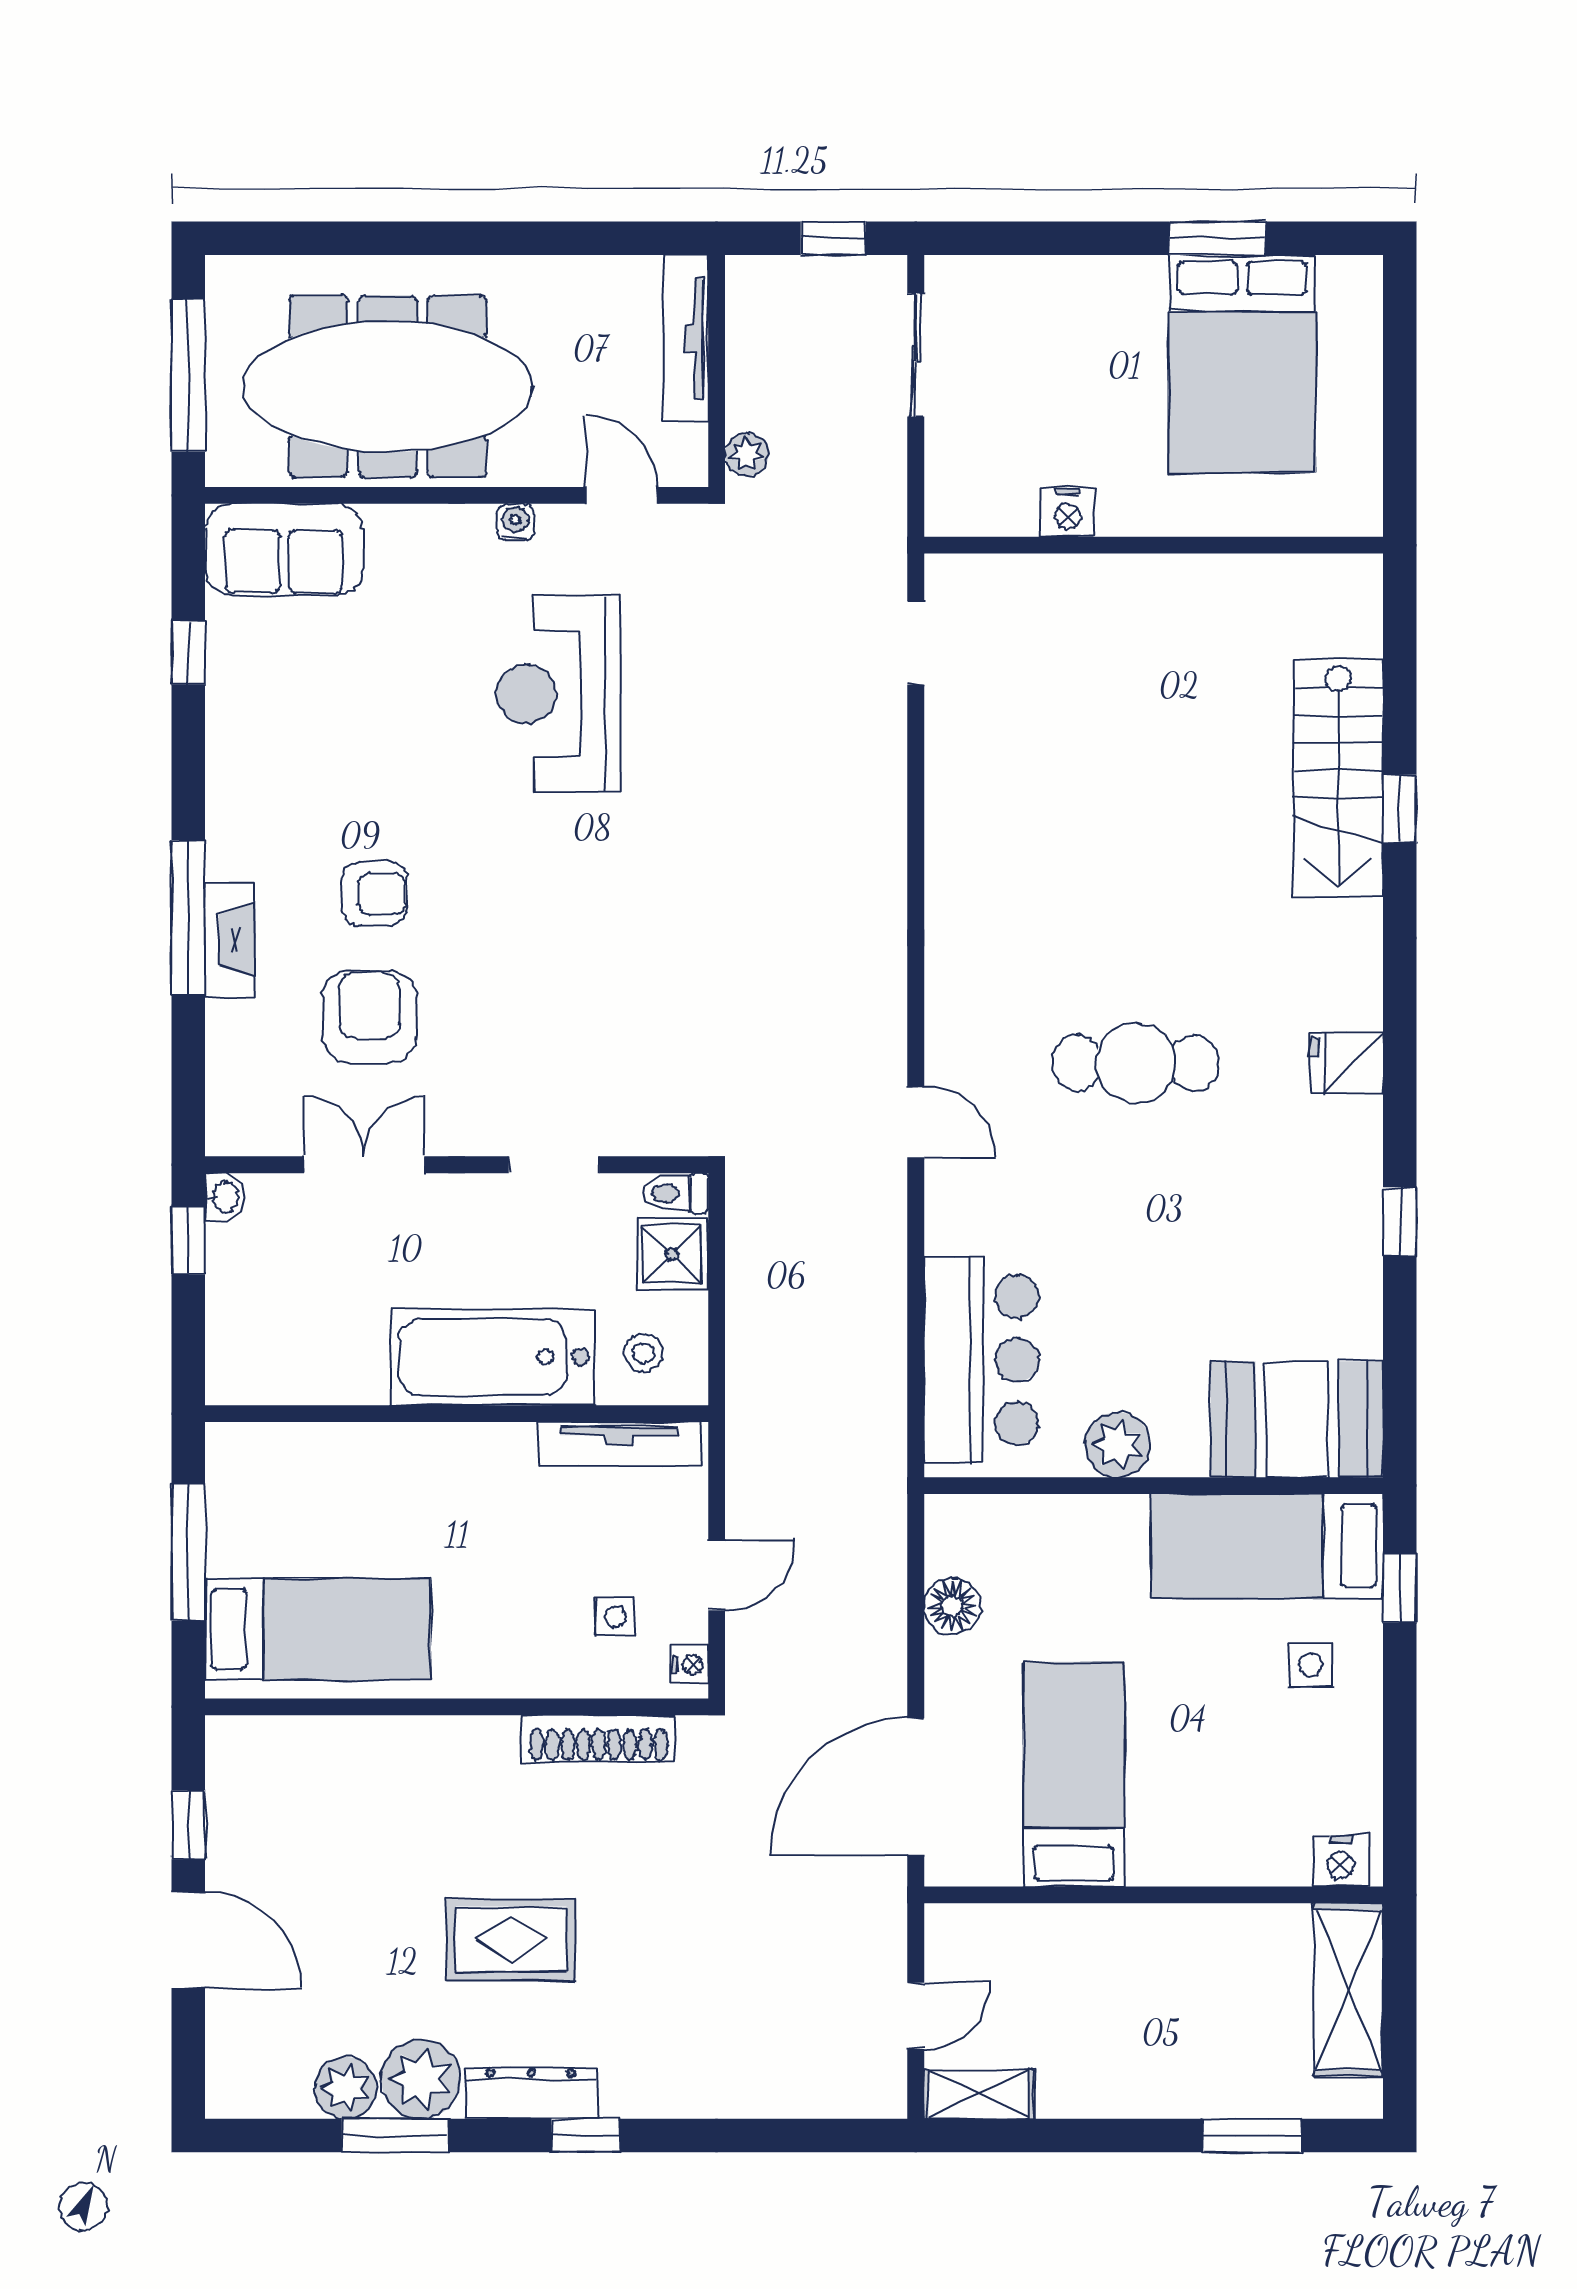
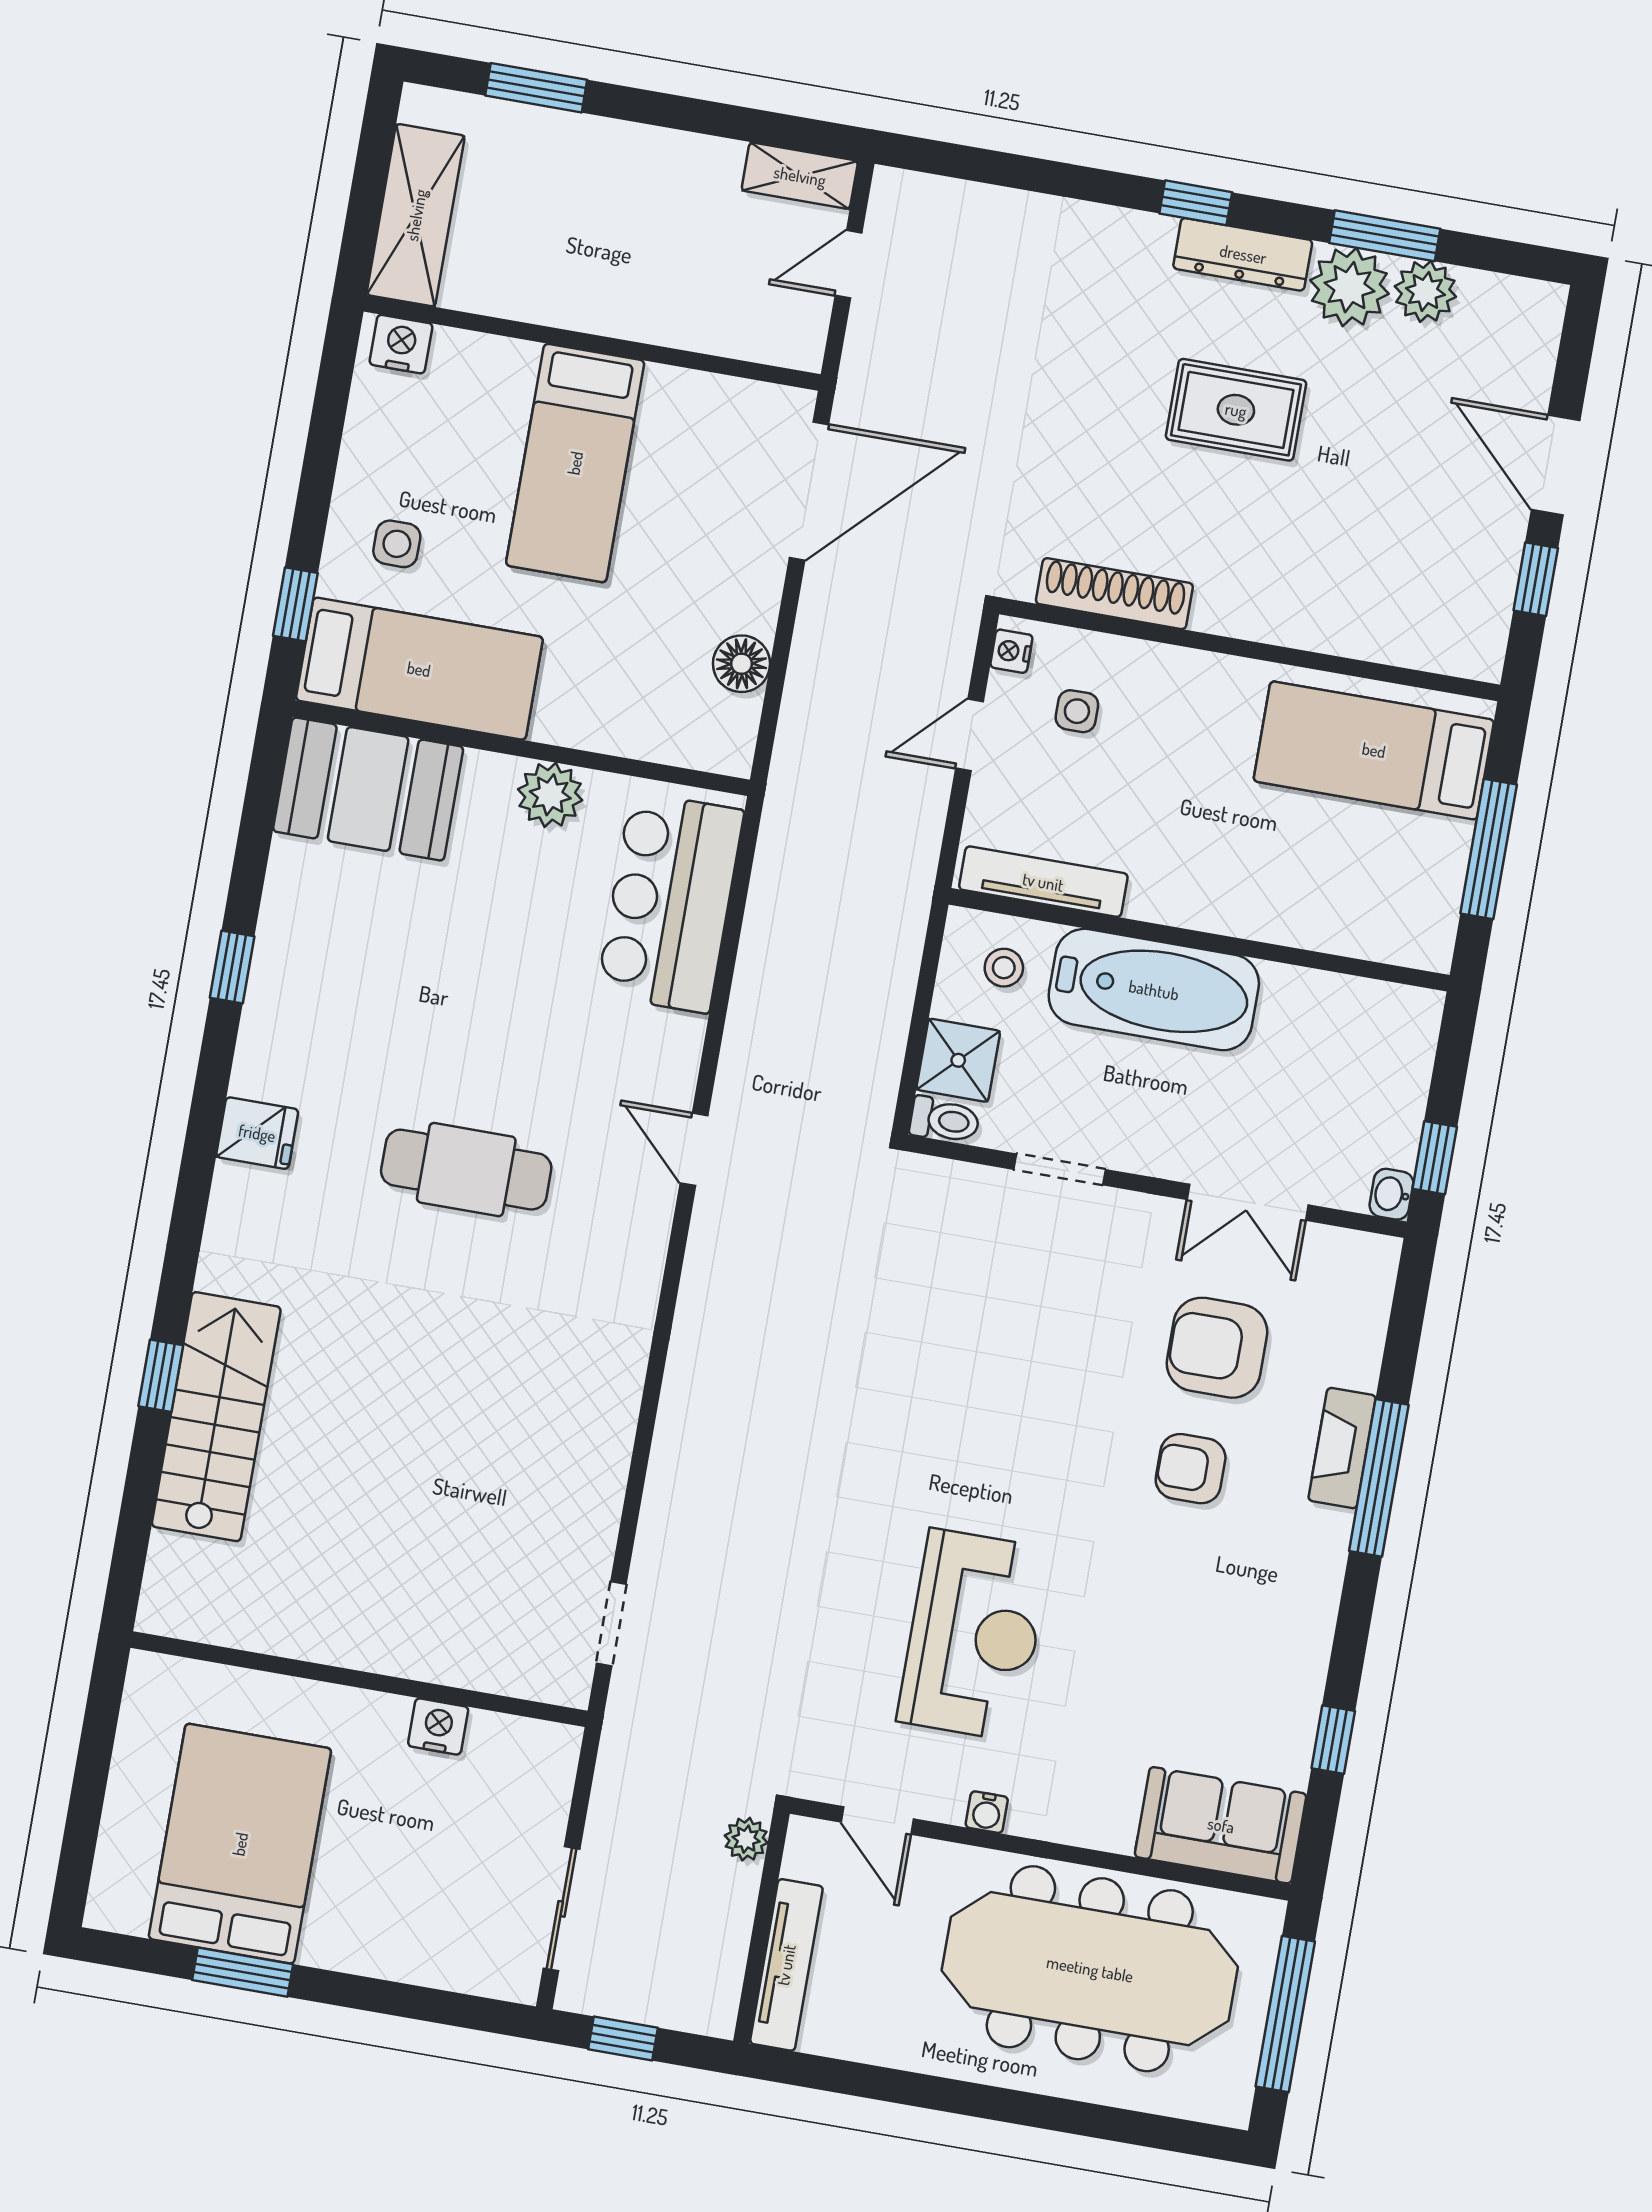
armchair: (369, 1017) -> (1217, 1348), turned 90
bed: (1074, 1774) -> (575, 463), moved

